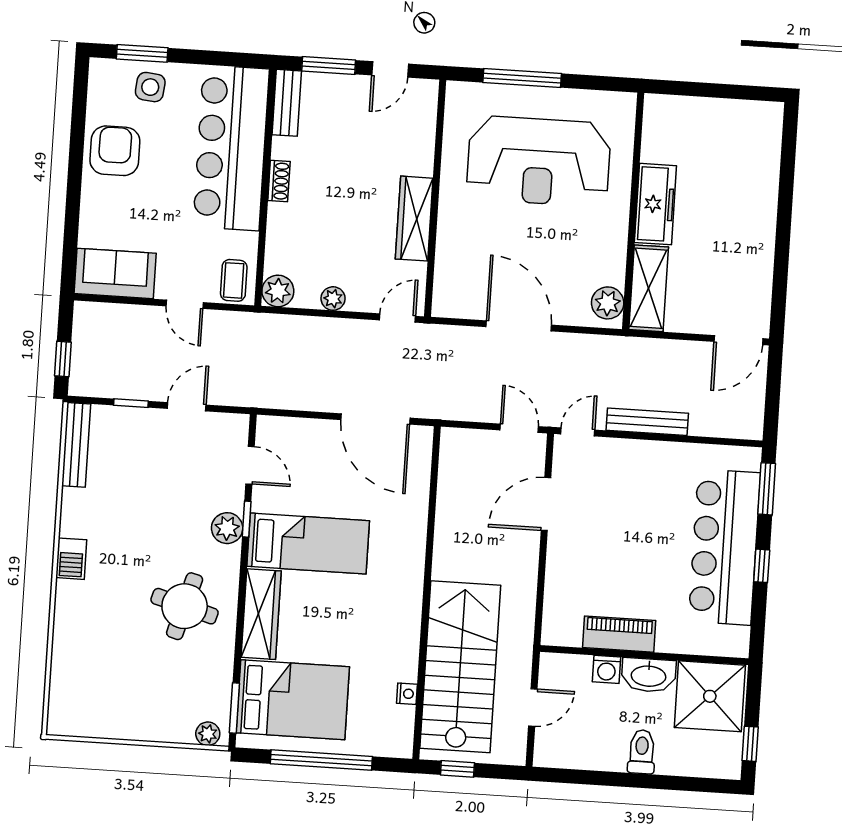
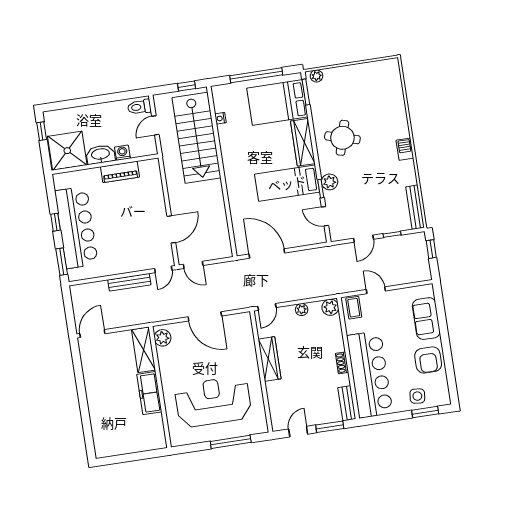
sofa: (115, 273) -> (426, 319), moved, turned 90
toilet: (642, 752) -> (139, 107), moved, turned 90

